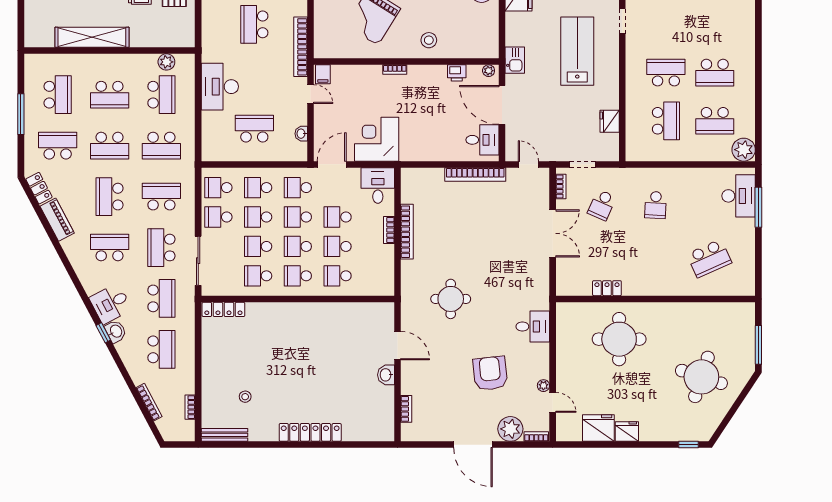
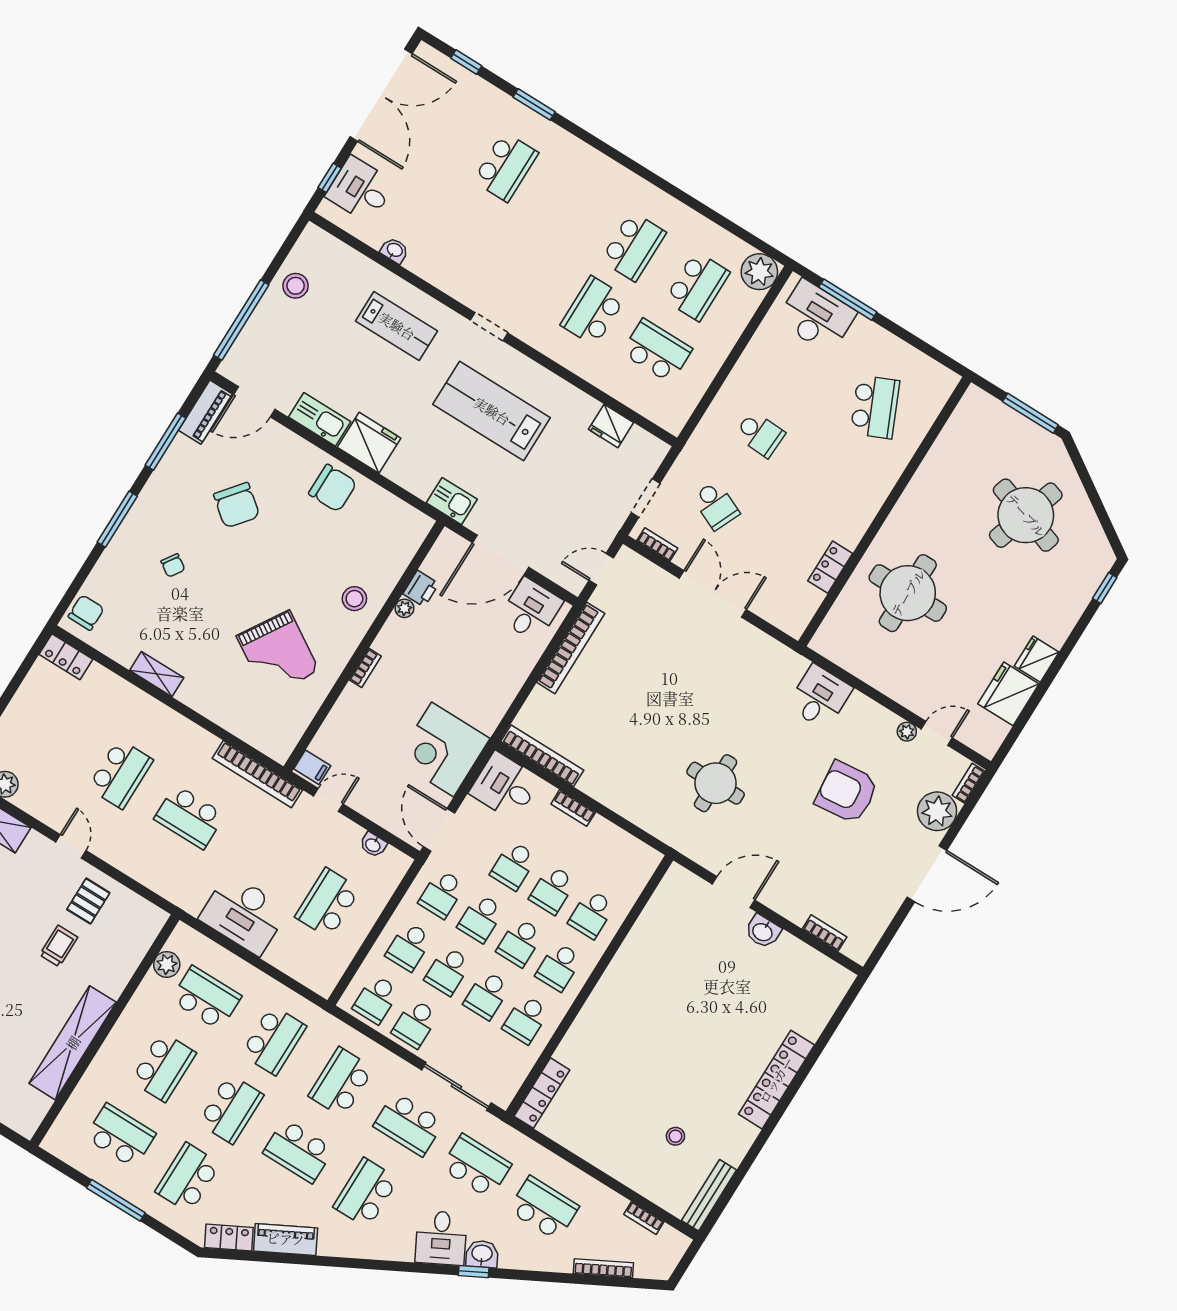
plant: (489, 71) -> (404, 608), moved
bookcase: (407, 232) -> (542, 756), moved

